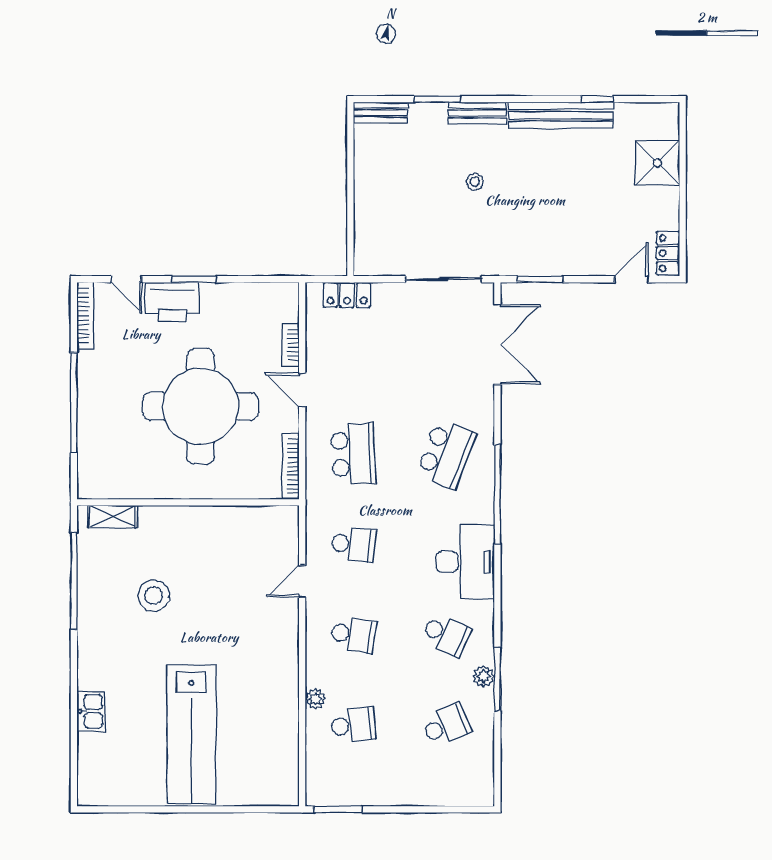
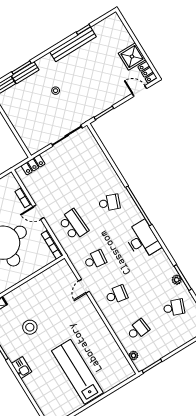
bench: (477, 113) -> (25, 73), moved
shower: (657, 163) -> (132, 56), moved
door: (631, 279) -> (139, 91), hinge flipped
double door: (497, 344) -> (103, 148), removed
school desk: (446, 454) -> (109, 203), width x0.54
school desk: (446, 635) -> (152, 273), removed
plant: (315, 699) -> (134, 356), moved
kitchen sink: (91, 711) -> (22, 368), moved
school desk: (446, 725) -> (174, 308), turned 45
lab bench: (191, 734) -> (77, 372), turned 180

